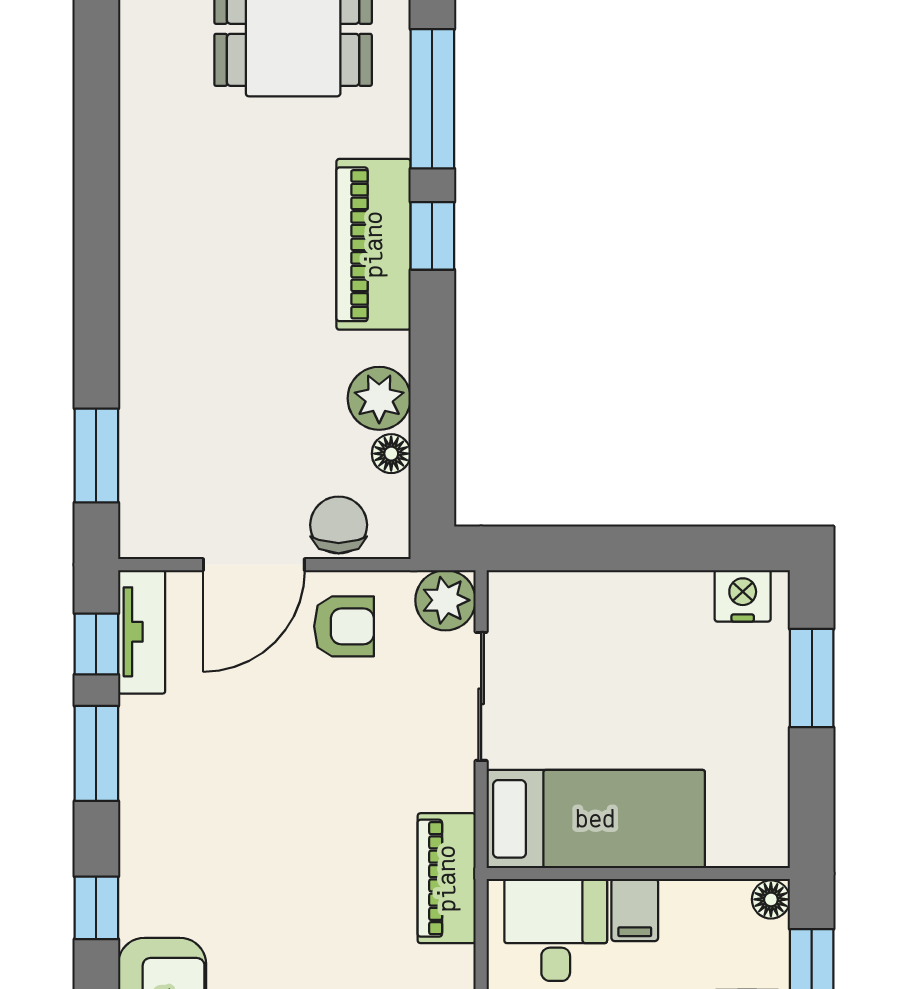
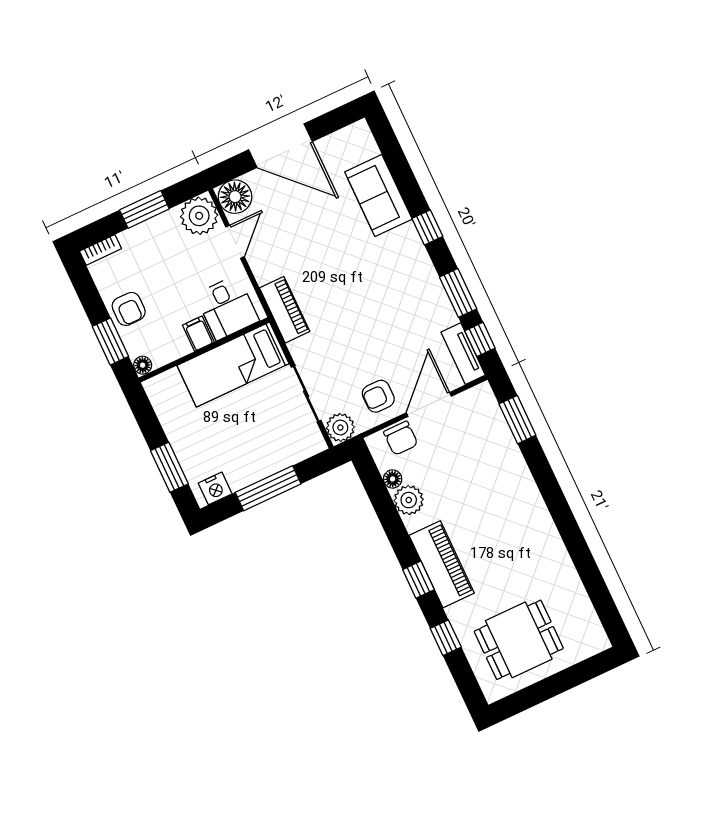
window: (432, 99) -> (446, 638), width x0.46
window: (640, 548) -> (268, 488), added

